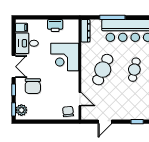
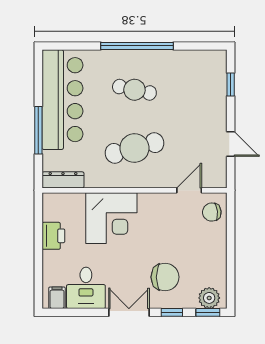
cafe table: (103, 70) -> (134, 148), turned -39

